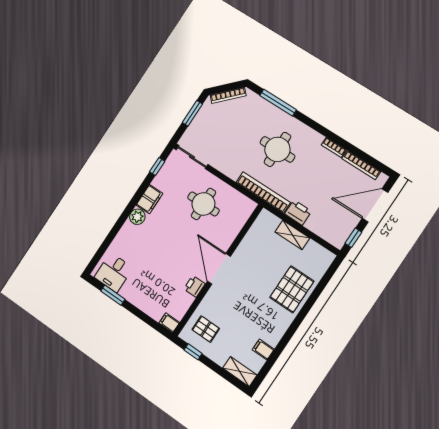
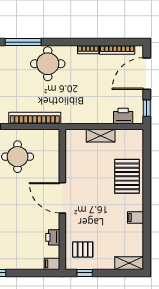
round table: (277, 149) -> (48, 64), moved
bookcase: (263, 192) -> (35, 118), moved
printer: (298, 213) -> (123, 116), moved
printer: (195, 286) -> (53, 237), moved
filing cabinet: (263, 350) -> (136, 218), moved

